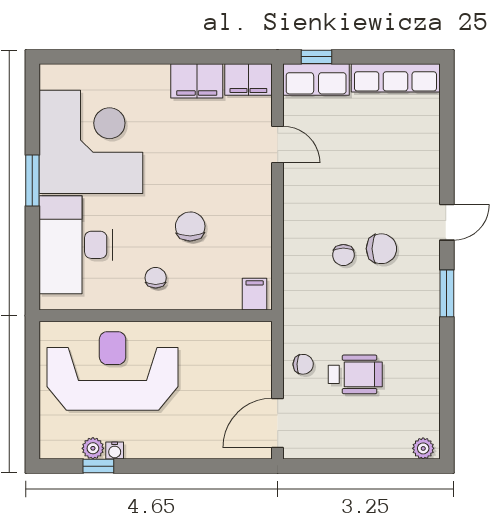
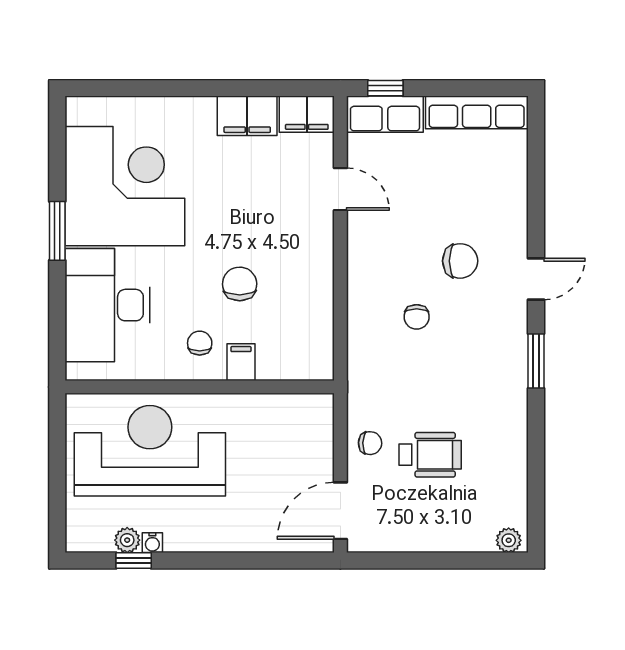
chair: (381, 249) -> (460, 261), moved
filing cabinet: (255, 294) -> (241, 362), moved

